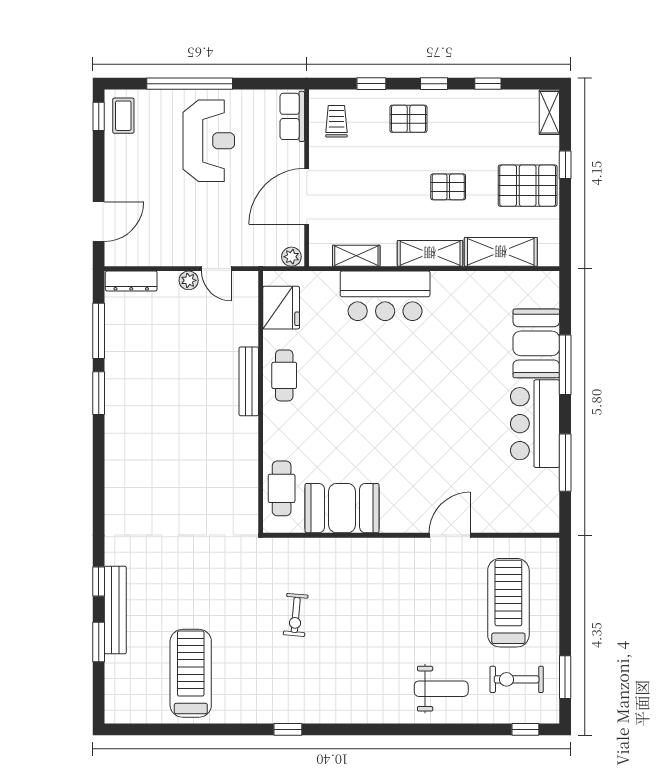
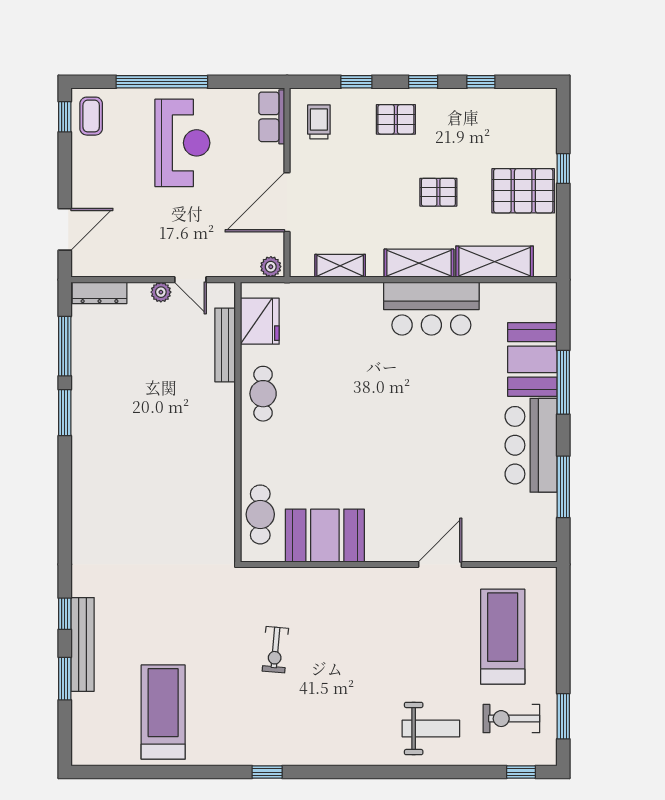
shelving: (549, 112) -> (546, 112), removed
bar counter: (385, 296) -> (431, 309), moved
bench: (249, 381) -> (225, 345), moved

